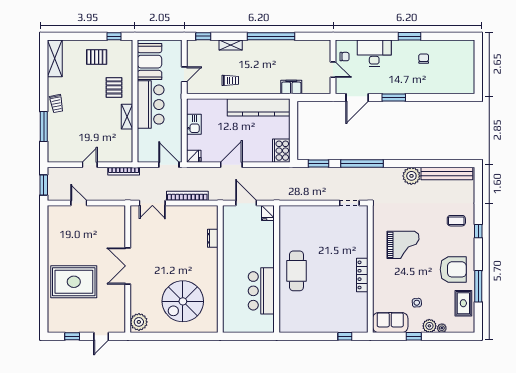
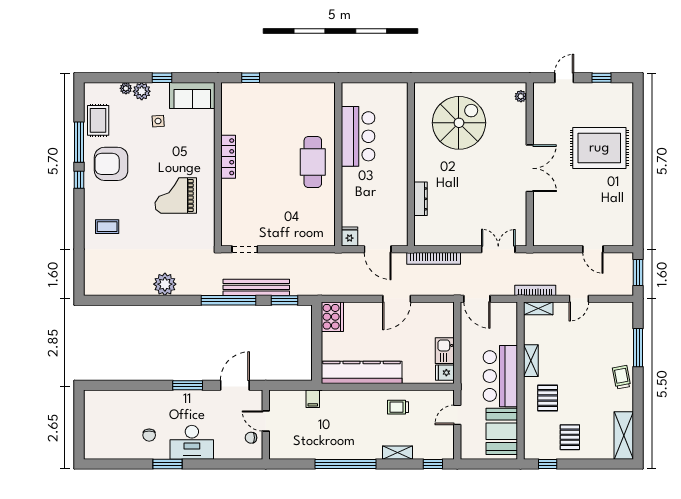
desk: (374, 53) -> (192, 442), moved
pallet: (97, 57) -> (570, 437), turned 90
filing cabinet: (291, 87) -> (313, 399), width x0.50
fridge: (194, 156) -> (445, 373), moved
shelving: (121, 157) -> (538, 308), added
bench: (447, 173) -> (256, 287), moved
bookcase: (187, 196) -> (434, 258), moved
window: (478, 231) -> (79, 180), moved
dresser: (213, 238) -> (421, 199), width x1.44
plant: (139, 322) -> (521, 96), width x0.53, depth x0.53

